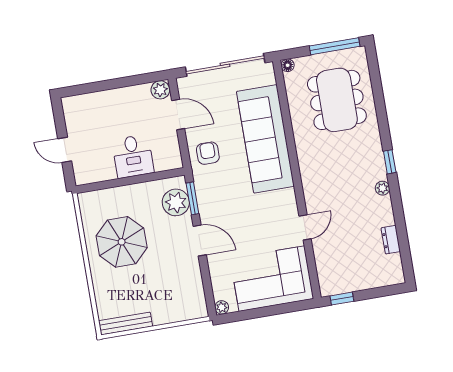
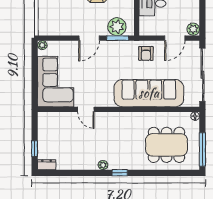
armchair: (208, 153) -> (146, 53), turned 90
dresser: (391, 240) -> (47, 165), moved
window: (342, 299) -> (35, 149), moved

